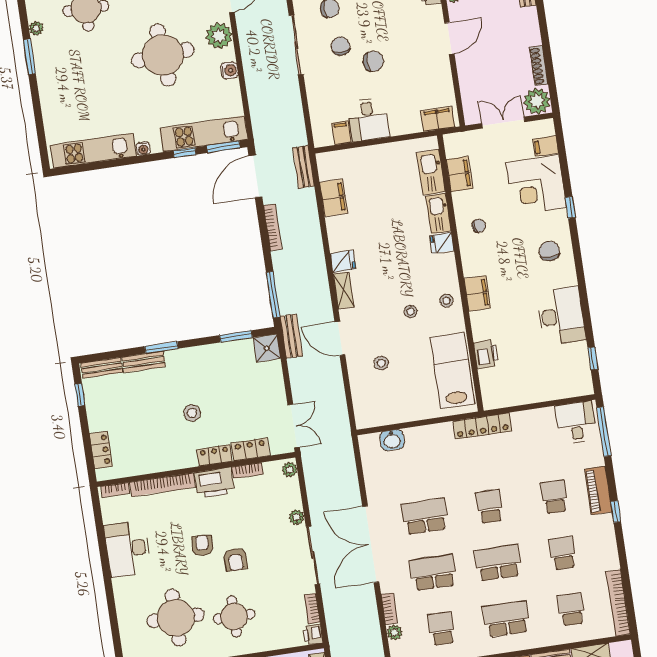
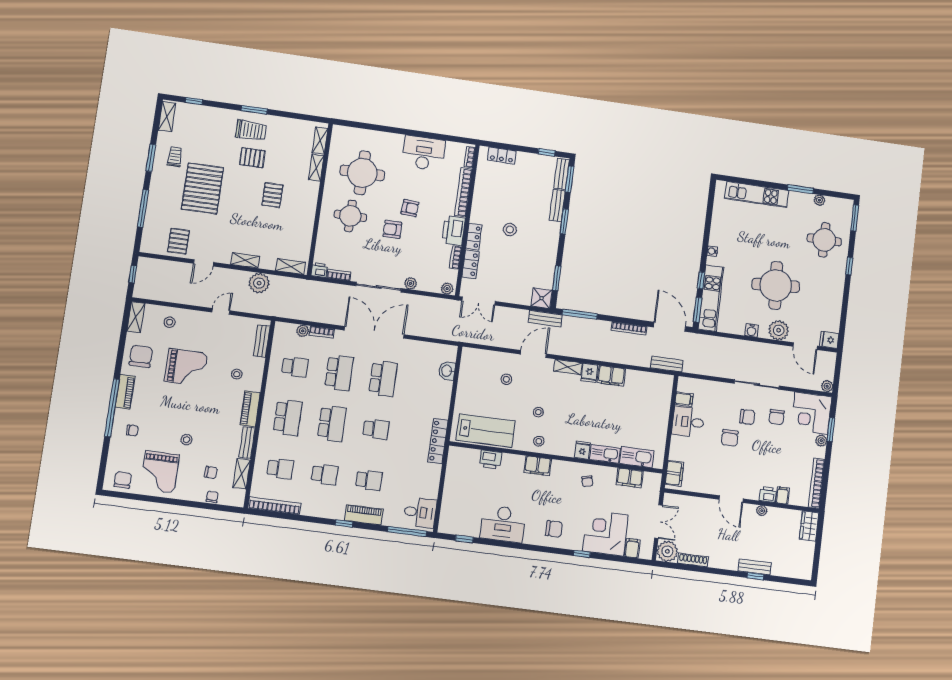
kitchen unit: (93, 151) -> (757, 194), moved, turned 90
filing cabinet: (333, 198) -> (611, 376), moved
window: (105, 356) -> (570, 179), added

